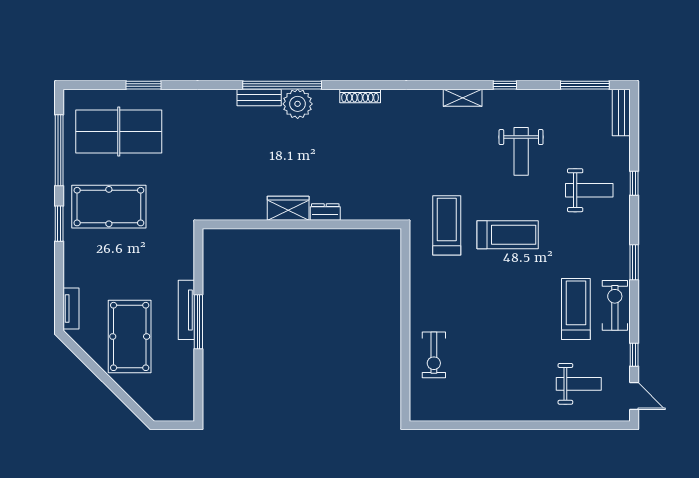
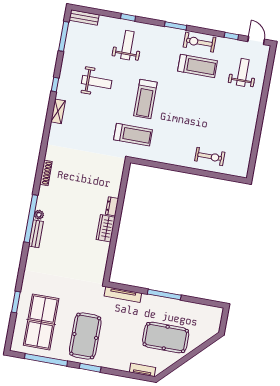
plant: (298, 104) -> (39, 215), width x0.53, depth x0.53
treadmill: (447, 225) -> (133, 135), turned 180
treadmill: (508, 235) -> (145, 99), turned 180
treadmill: (576, 309) -> (198, 66), turned 180
tv unit: (186, 310) -> (123, 295), moved
door: (634, 396) -> (256, 40), hinge flipped

